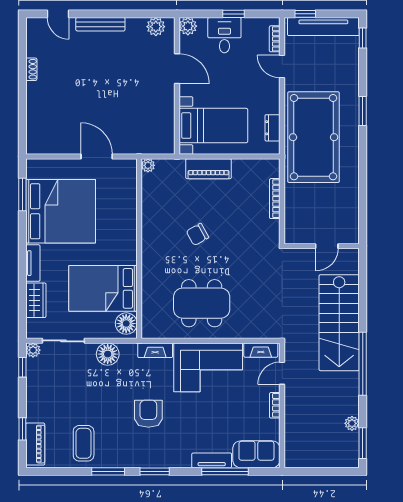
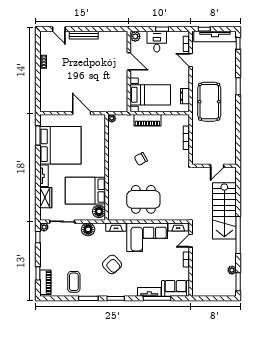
plant: (156, 27) -> (116, 37), removed
pool table: (314, 137) -> (209, 102), width x0.73, depth x0.76
armchair: (148, 414) -> (112, 264), turned 137

